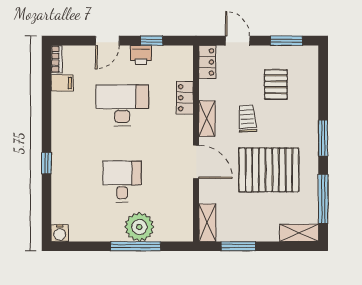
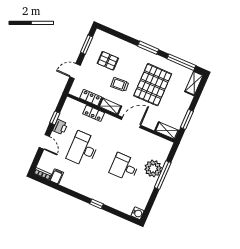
locker: (207, 62) -> (91, 98), moved

